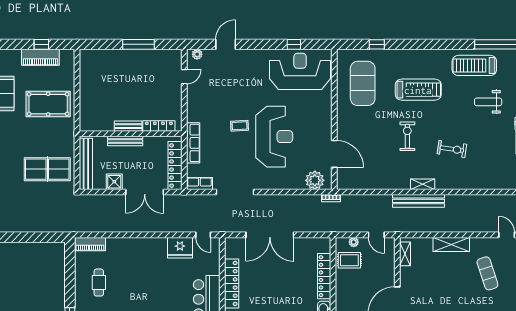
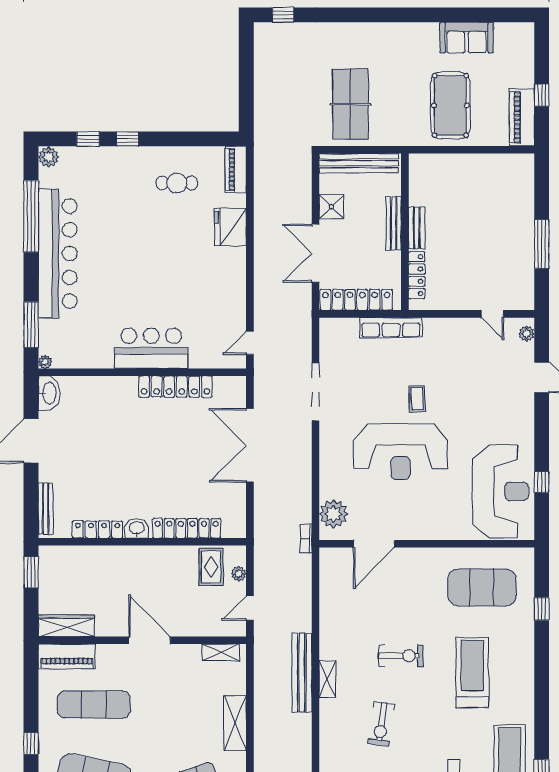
piano: (40, 57) -> (522, 118), moved
treadmill: (418, 90) -> (472, 673), turned 180
row of seats: (199, 183) -> (329, 337), removed
fridge: (180, 248) -> (230, 227), moved

